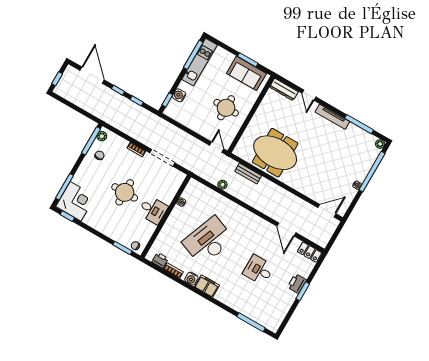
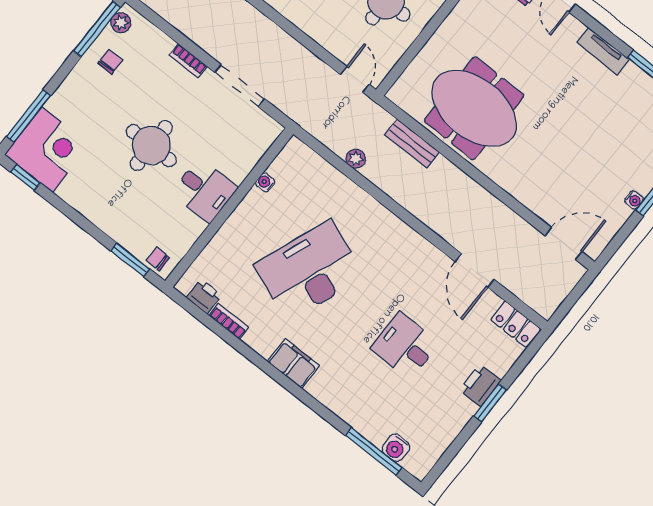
tv unit: (332, 117) -> (603, 51), width x0.71
water cooler: (191, 279) -> (396, 448), moved

